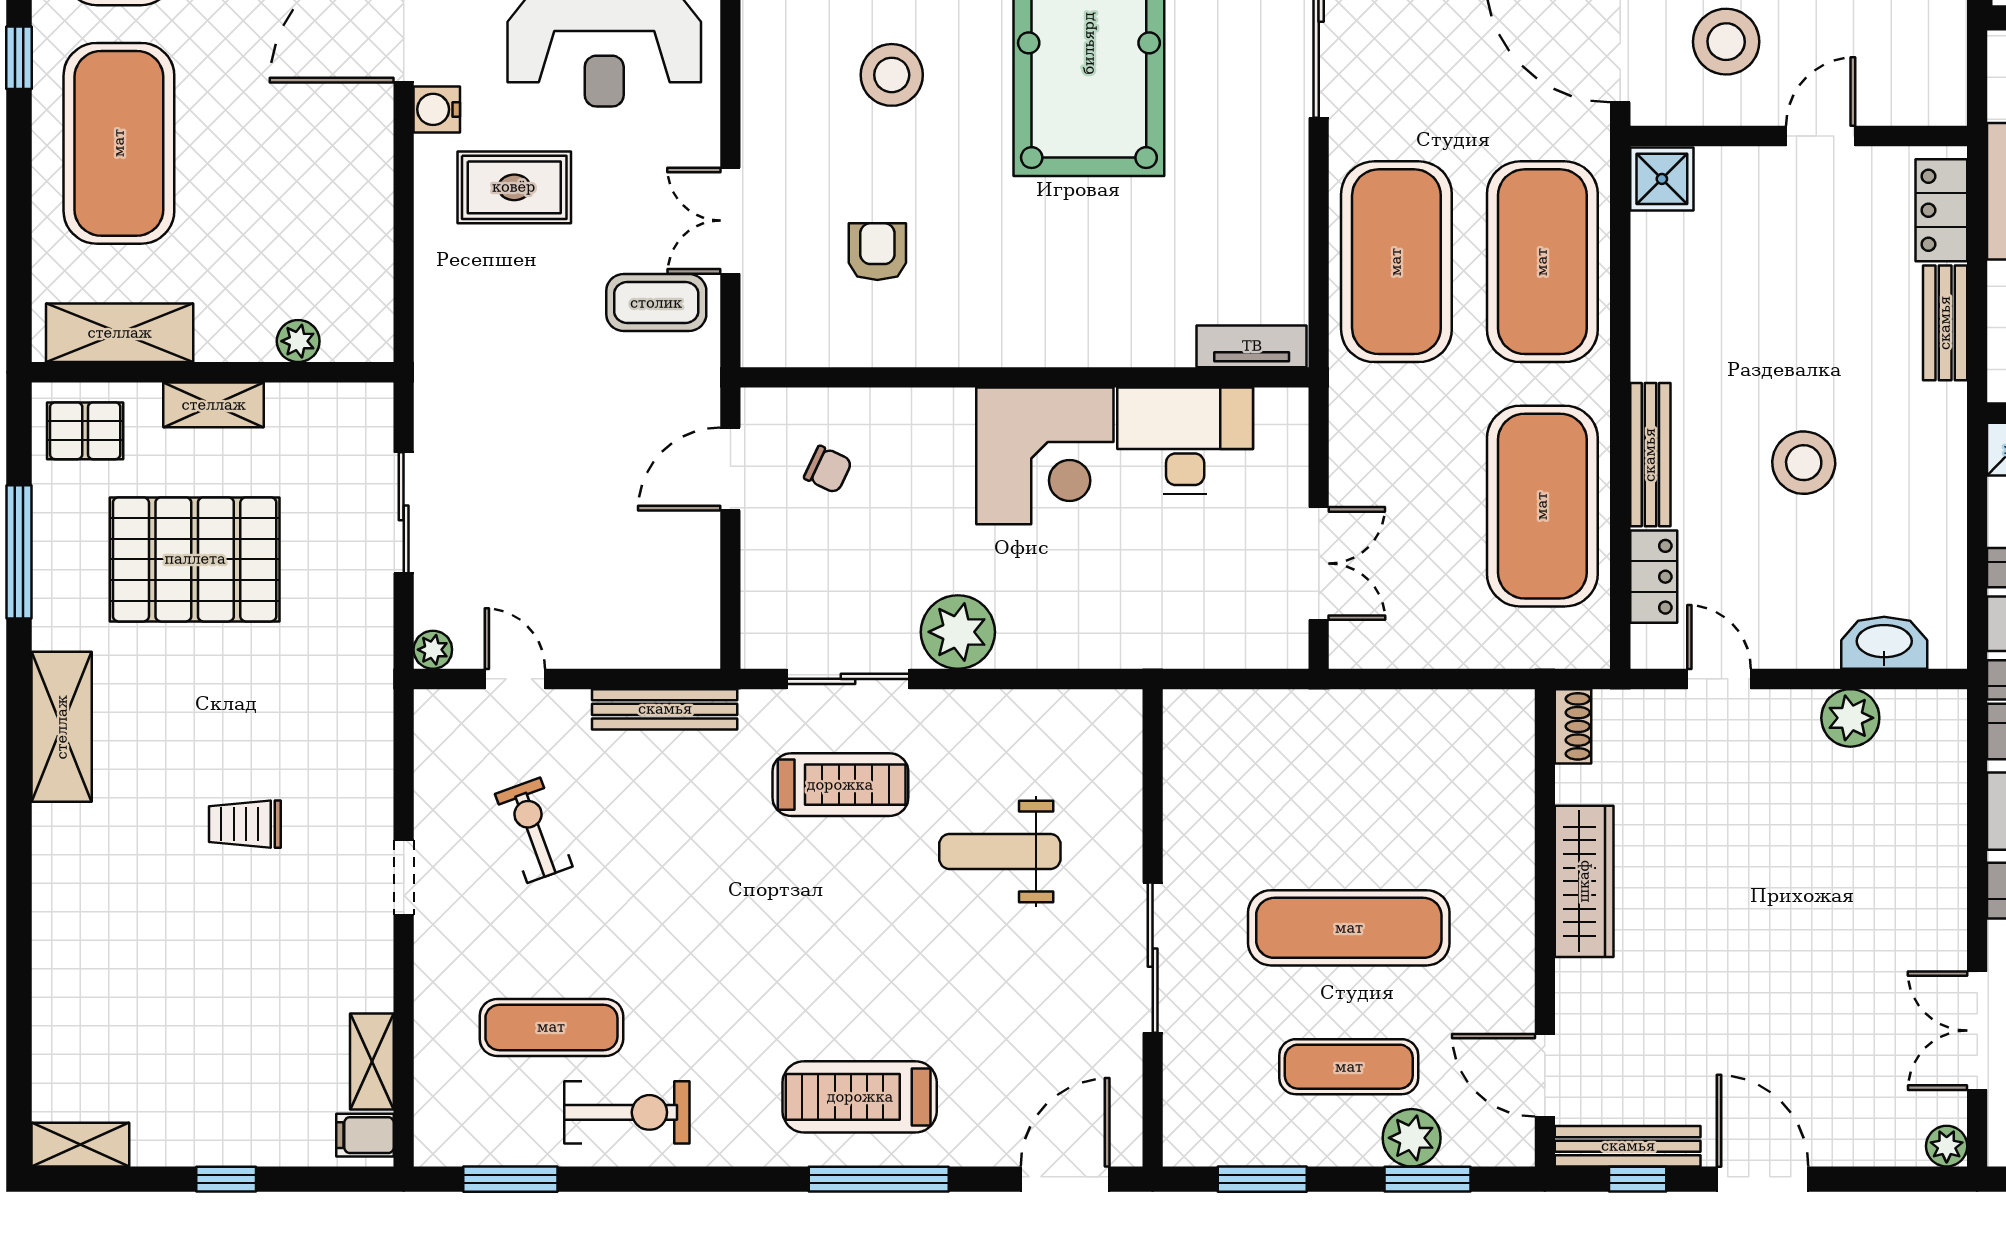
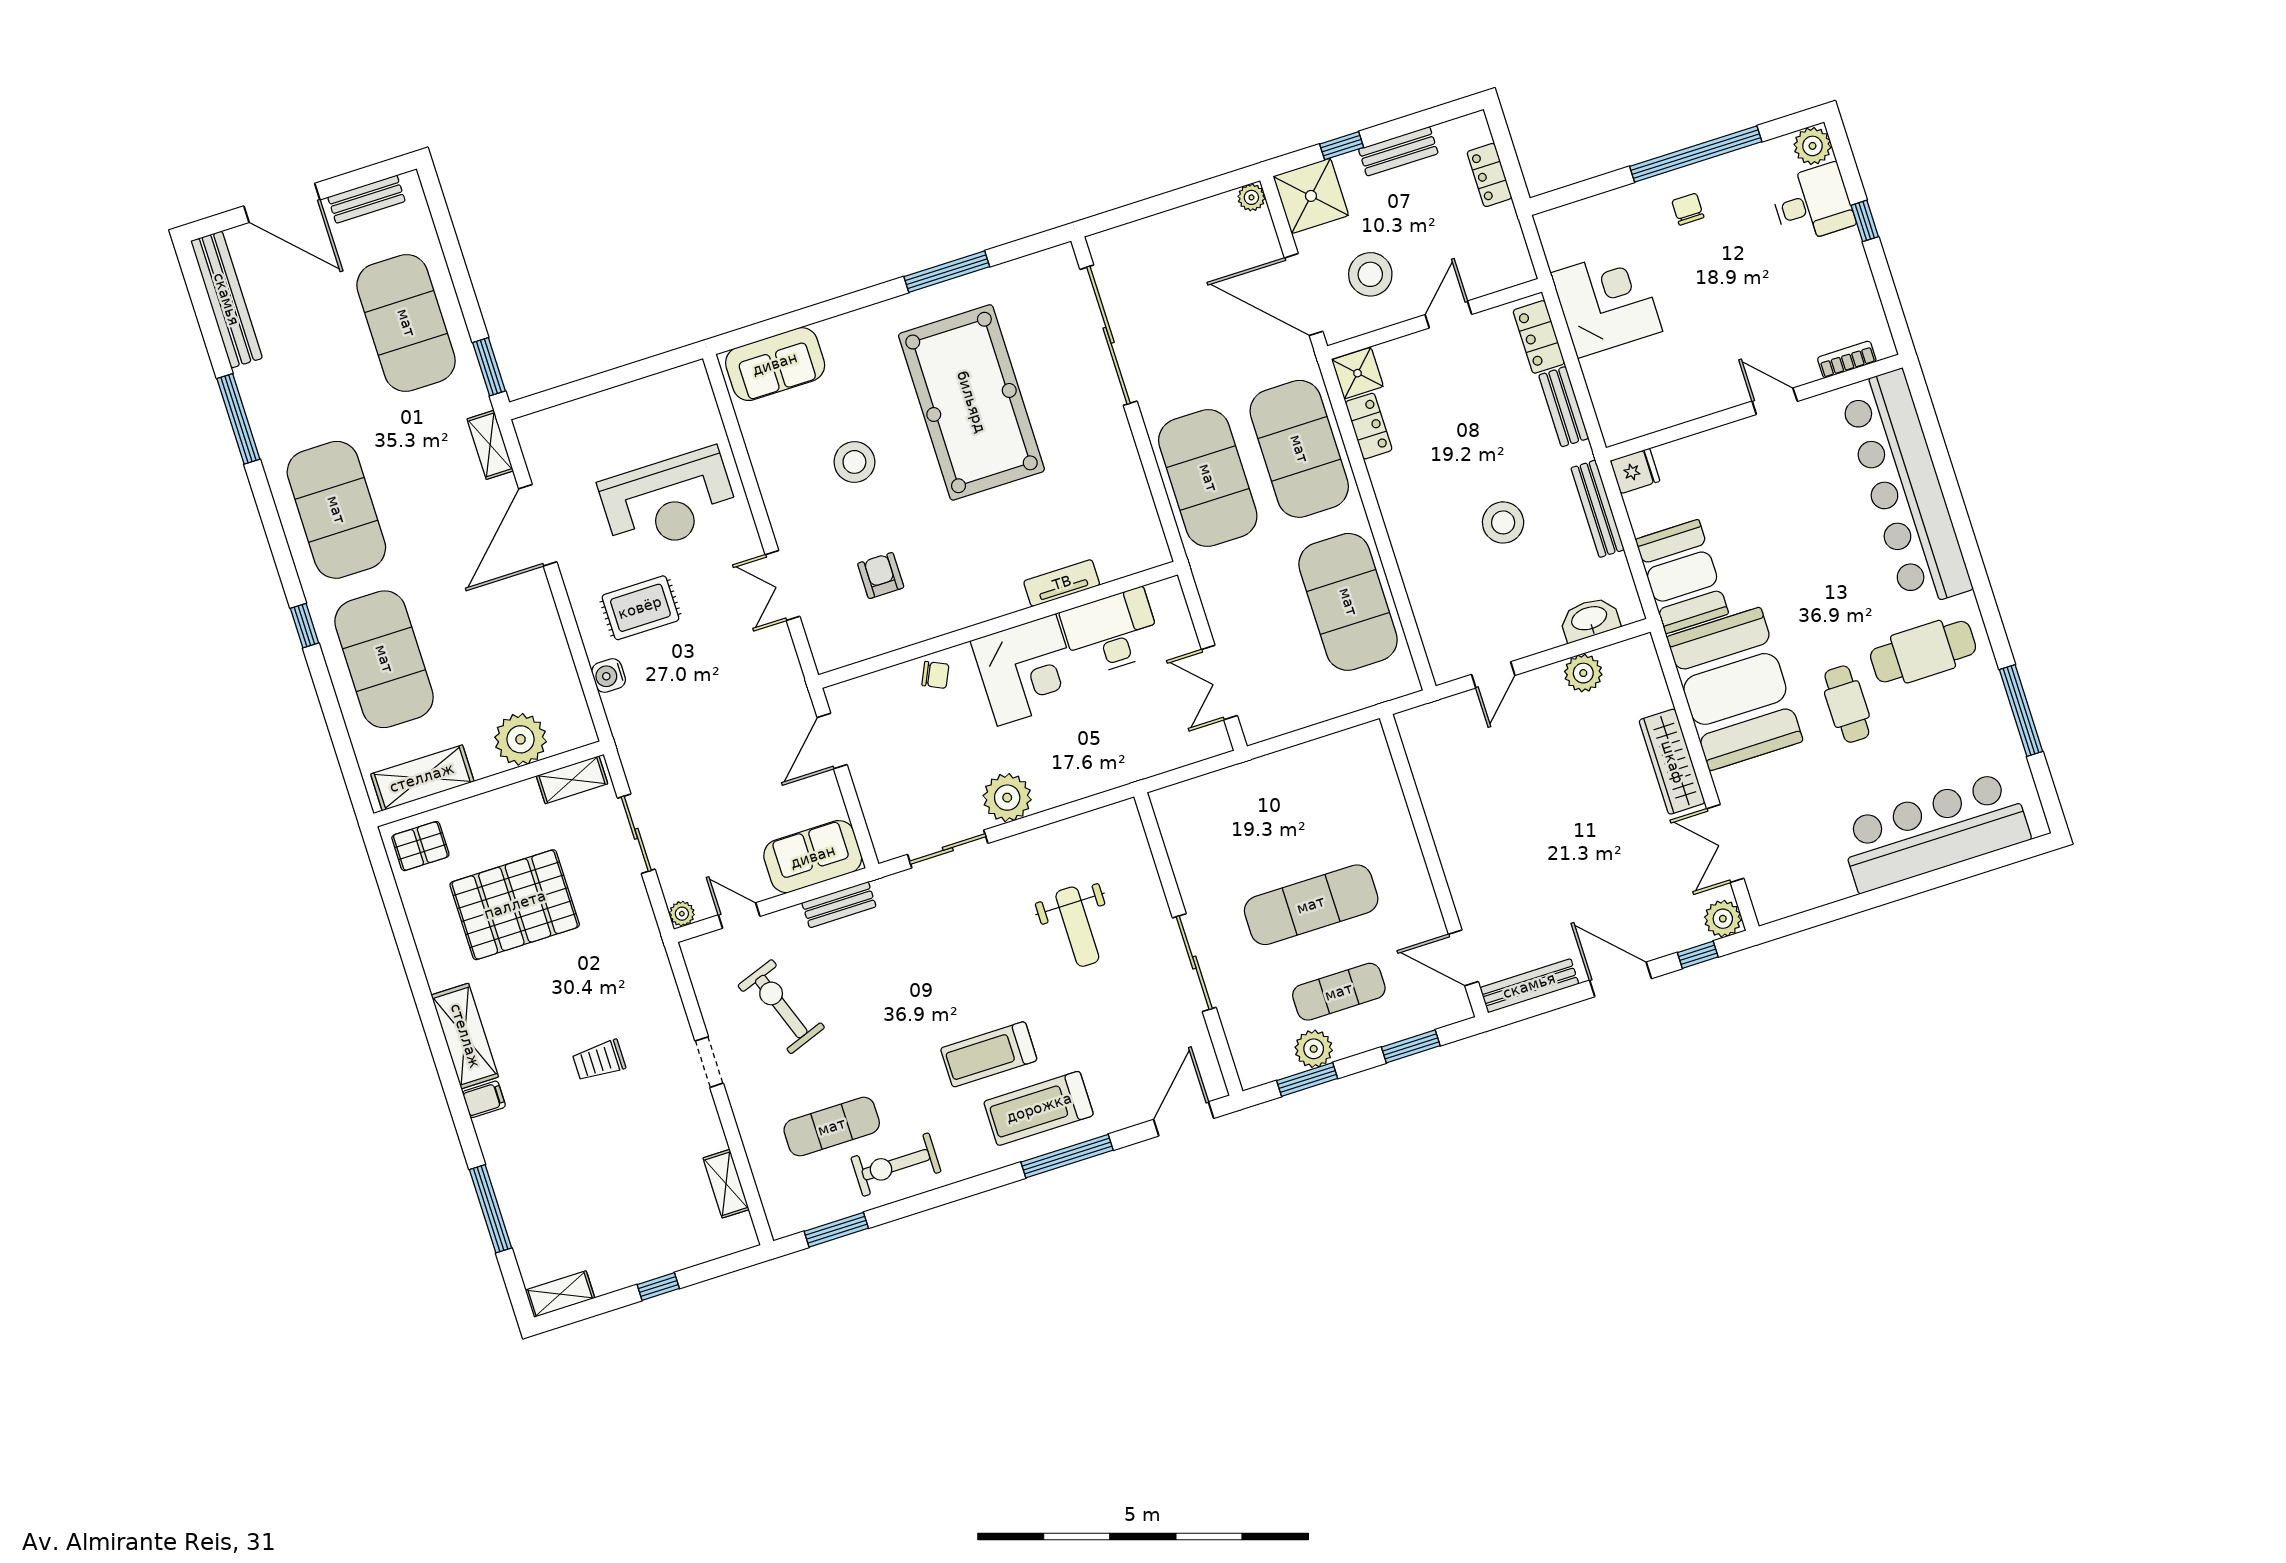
water cooler: (437, 109) -> (609, 676), moved
coffee table: (656, 303) -> (752, 652), removed
plant: (298, 341) -> (521, 739), width x1.88, depth x1.88
tv unit: (1252, 346) -> (1062, 583), moved
shelving: (214, 405) -> (572, 780), moved
bench: (1650, 455) -> (1598, 509), moved
chair: (828, 469) -> (935, 675), moved
window: (19, 552) -> (491, 1209), moved
double door: (1319, 563) -> (1219, 683), swing flipped
locker: (1654, 577) -> (1369, 426), moved
sofa: (649, 628) -> (813, 857), added
door: (1719, 679) -> (1493, 675), swing flipped
bench: (665, 709) -> (839, 905), width x0.73
shoe rack: (1573, 726) -> (1411, 734), removed
treadmill: (840, 785) -> (989, 1054), moved, turned 180
exercise bike: (534, 830) -> (781, 1007), width x1.38, depth x1.39
weight bench: (1000, 851) -> (1077, 927), turned -90
wardrobe: (1584, 881) -> (1672, 762), moved, turned 180
exercise bike: (627, 1112) -> (896, 1165), turned 180
filing cabinet: (365, 1135) -> (484, 1099), moved, turned 180
plant: (1412, 1138) -> (1314, 1049), moved
plant: (1947, 1146) -> (1723, 919), width x1.38, depth x1.38
window: (1638, 1179) -> (1698, 955), moved

